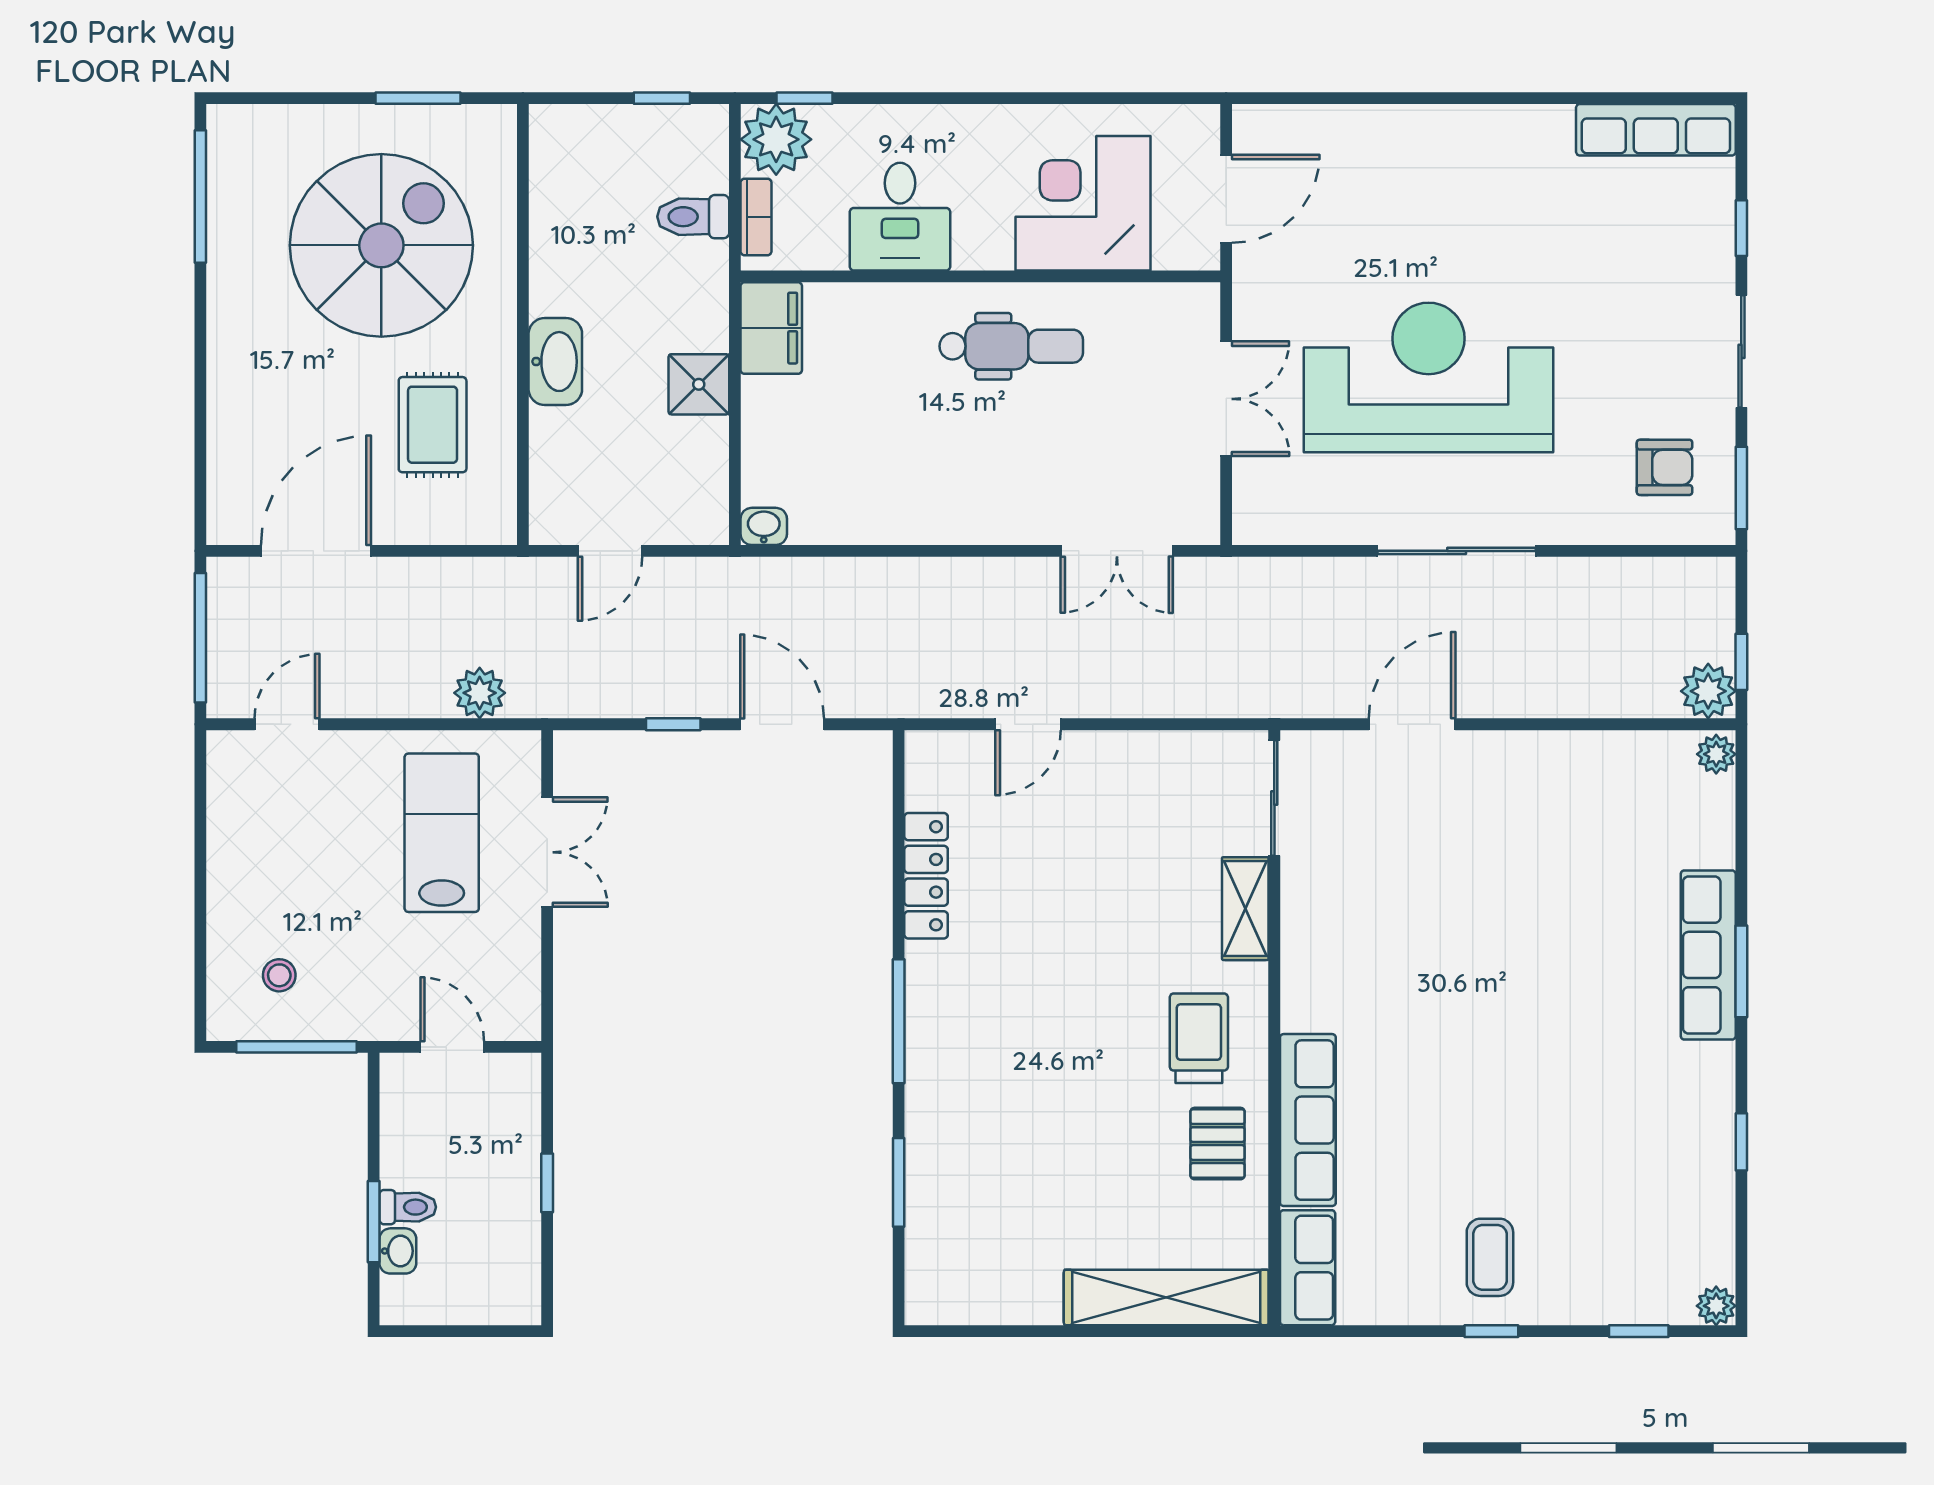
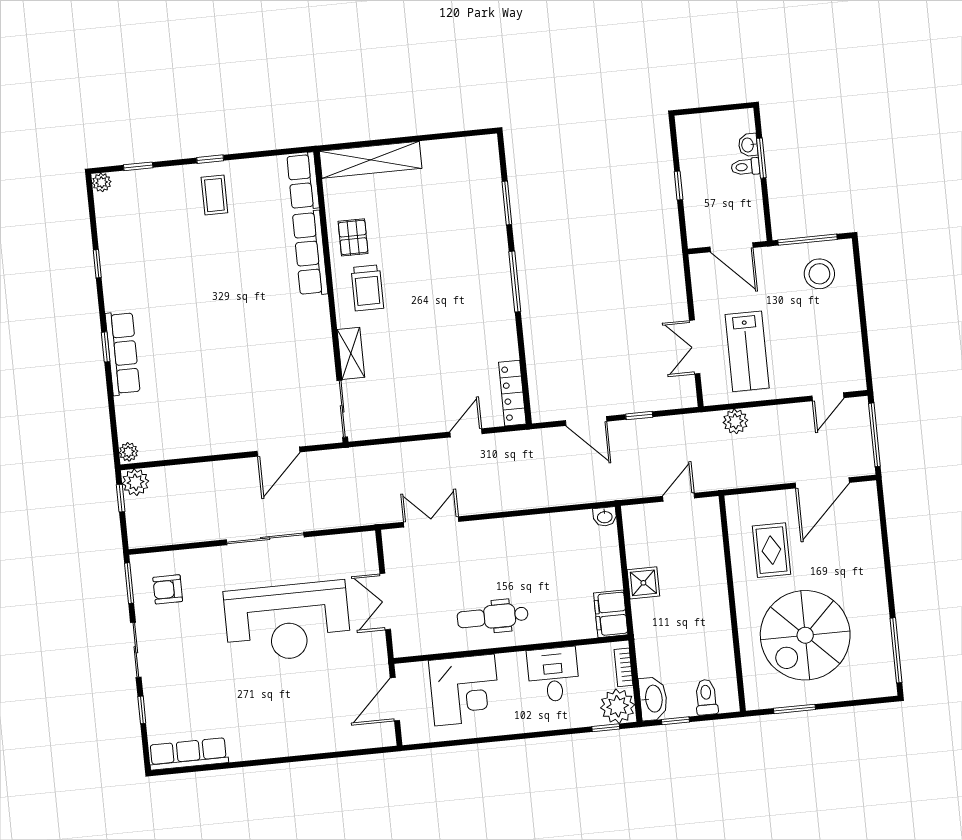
toilet: (693, 217) -> (706, 697), moved, turned -90
washbasin: (555, 362) -> (653, 699), moved, turned 180
locker: (926, 876) -> (512, 393), moved
window: (1741, 971) -> (106, 347), width x0.67
stool: (279, 975) -> (819, 274), width x1.89, depth x1.89
door: (452, 1047) -> (731, 247), width x1.37

